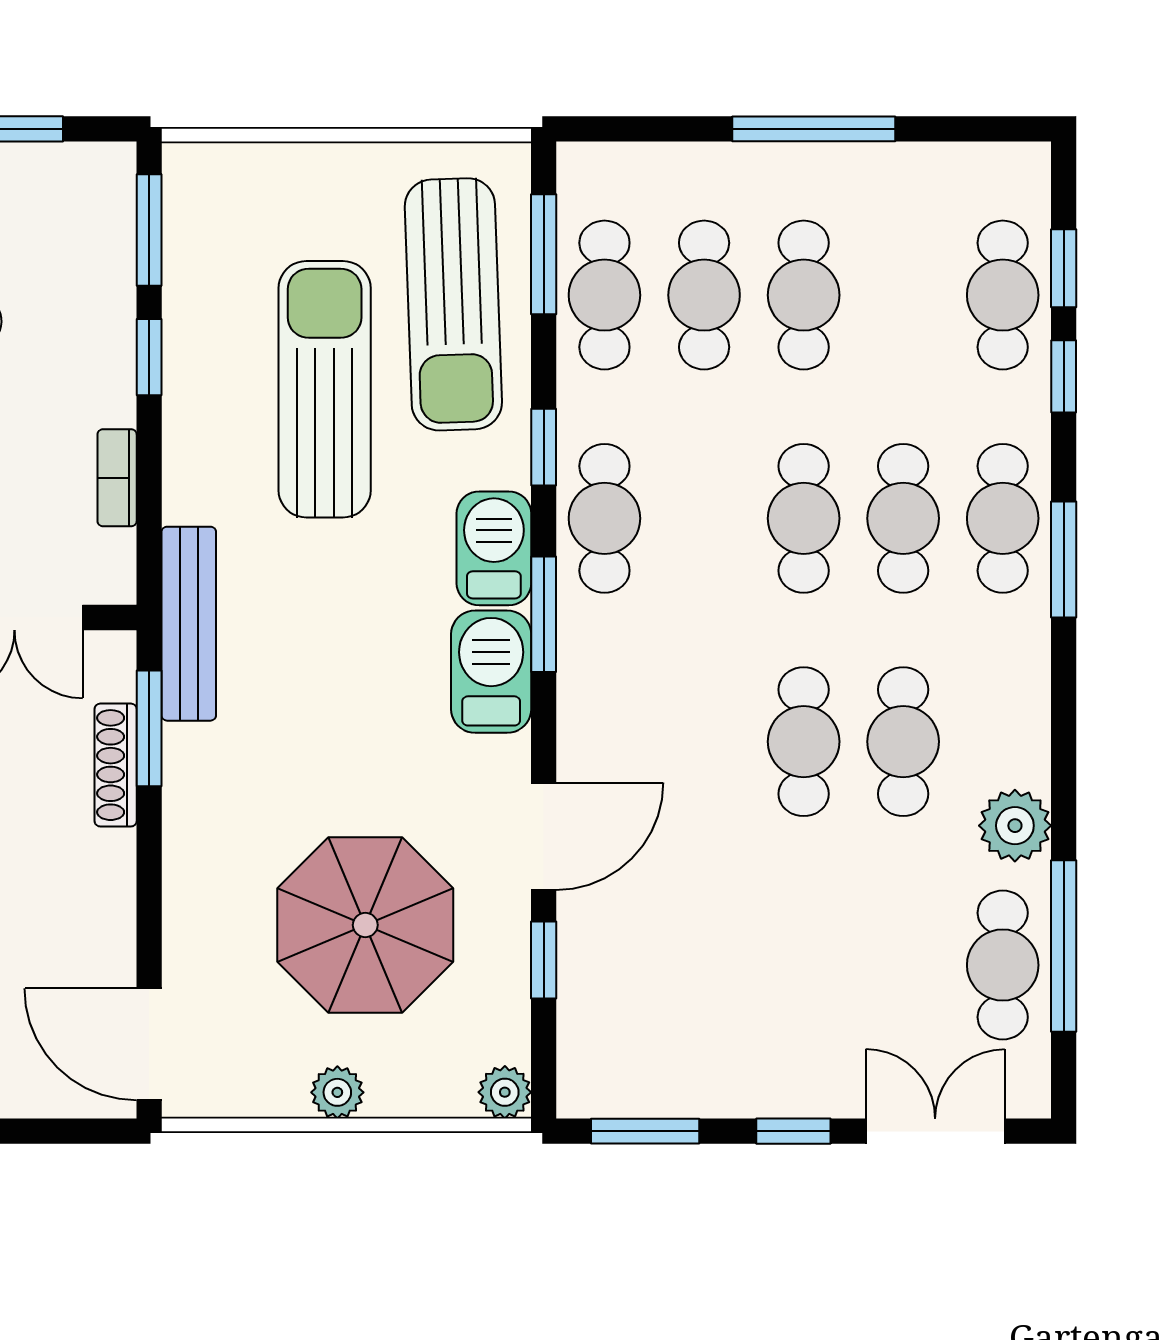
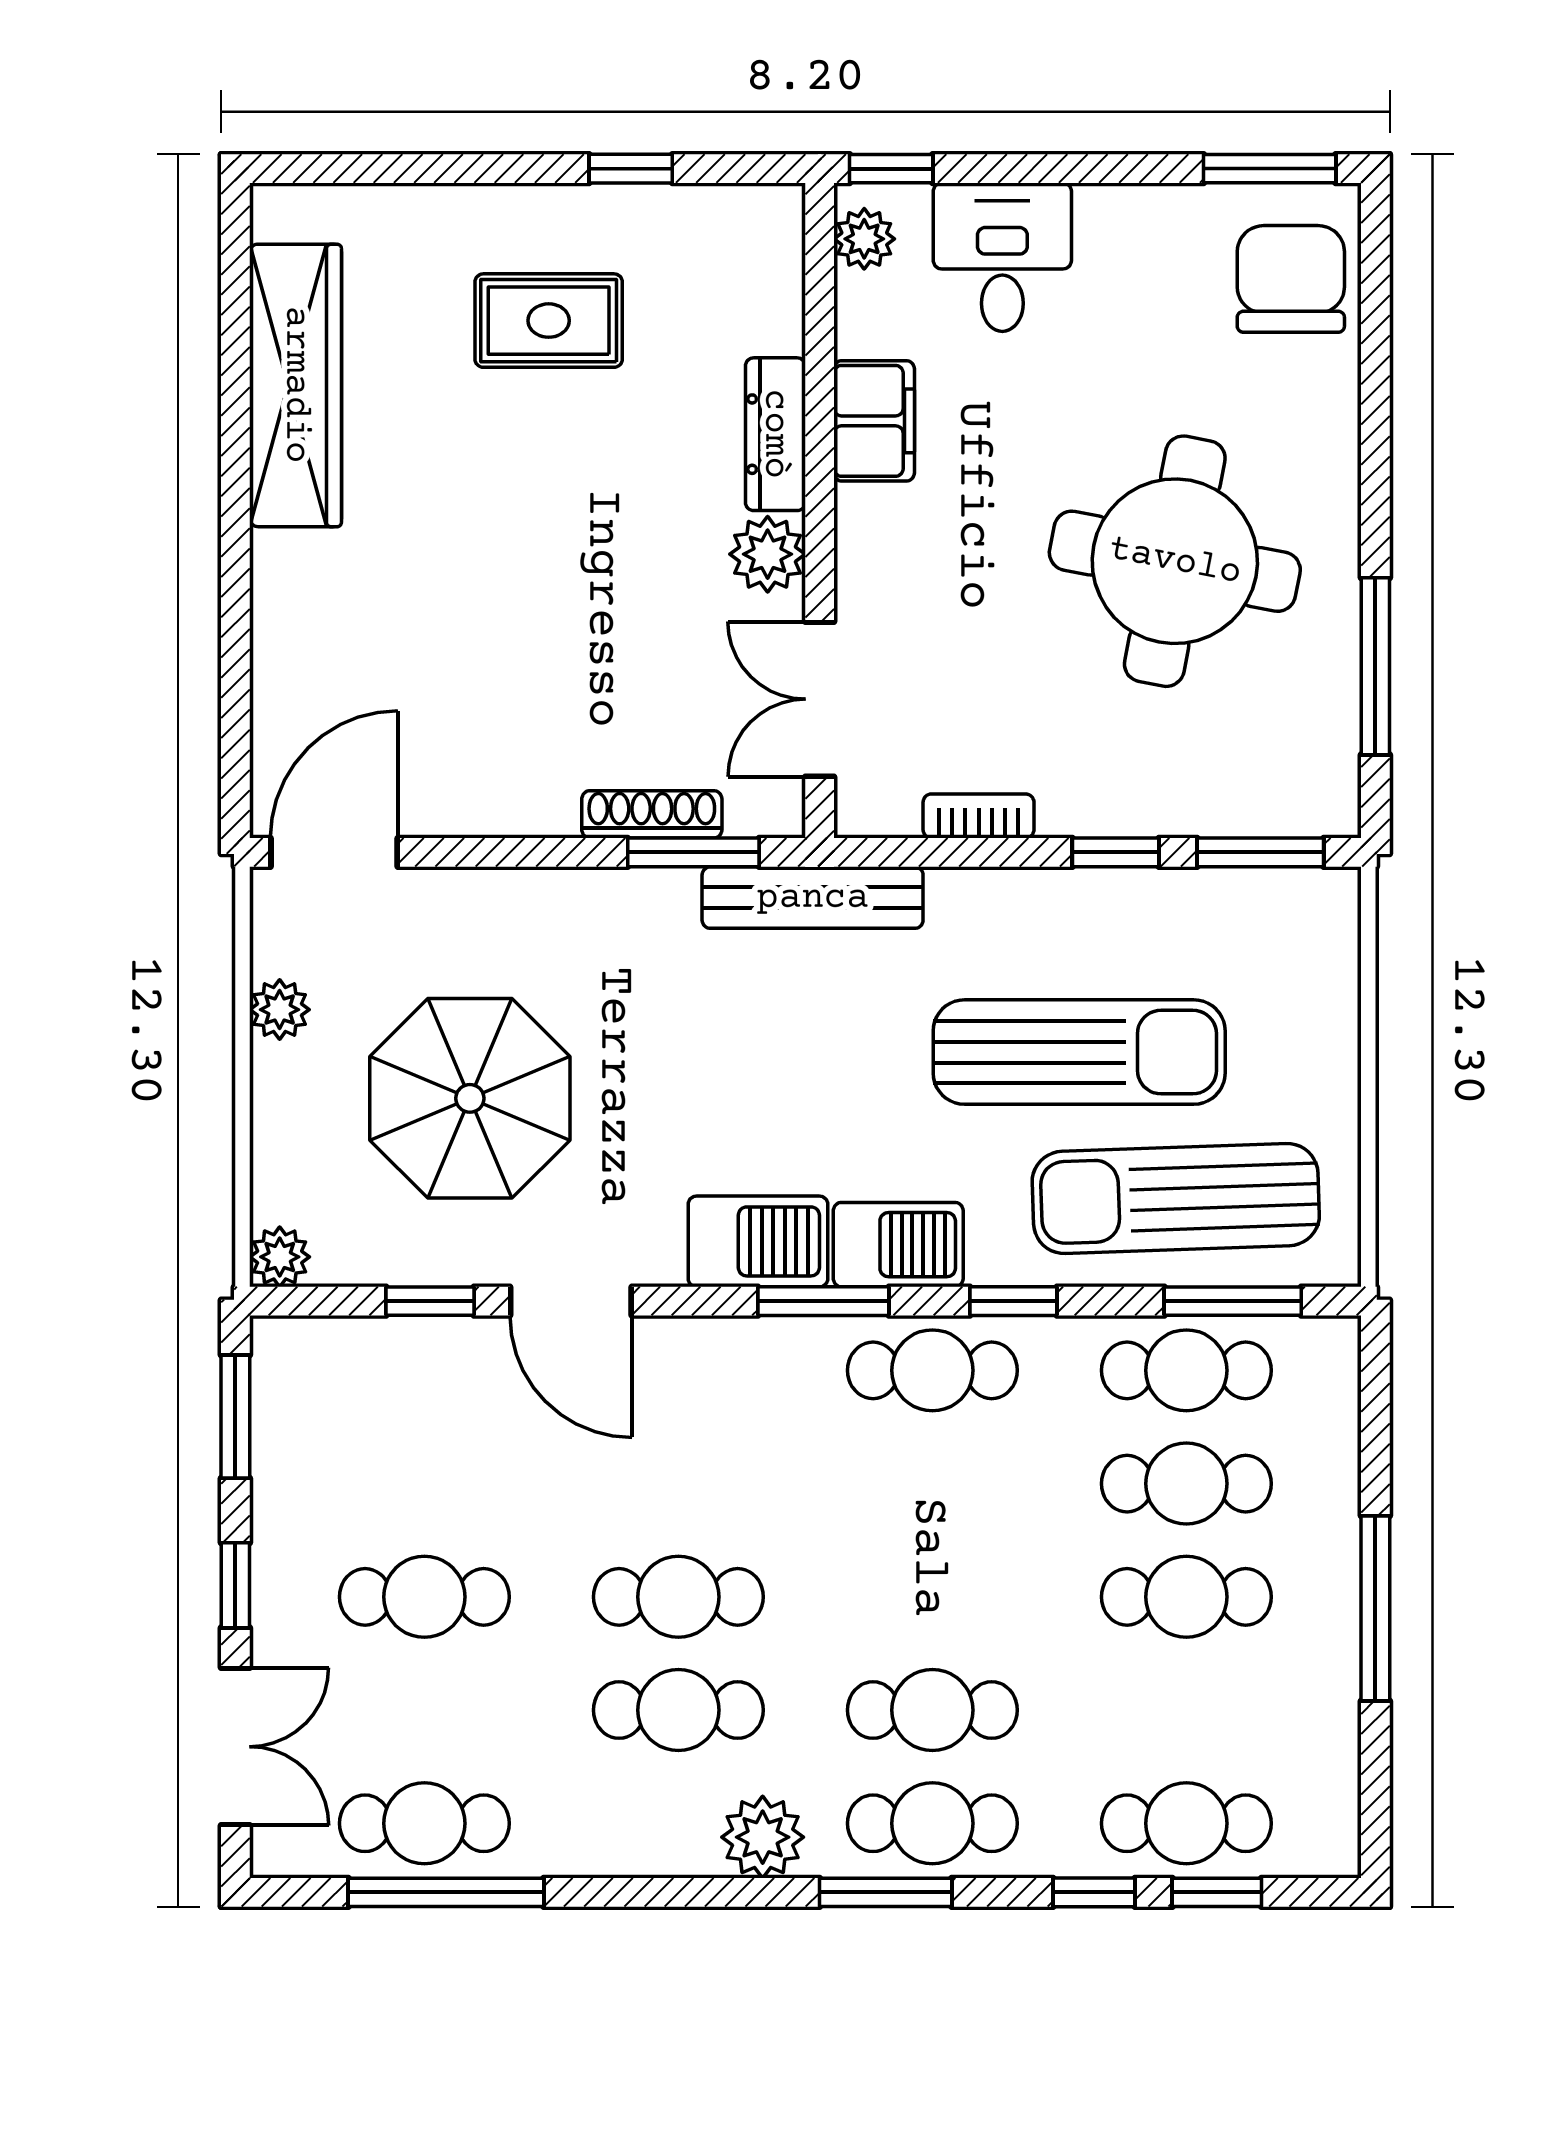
cafe table: (804, 518) -> (424, 1597), moved
plant: (1015, 826) -> (763, 1837), moved
plant: (337, 1092) -> (280, 1010), moved

